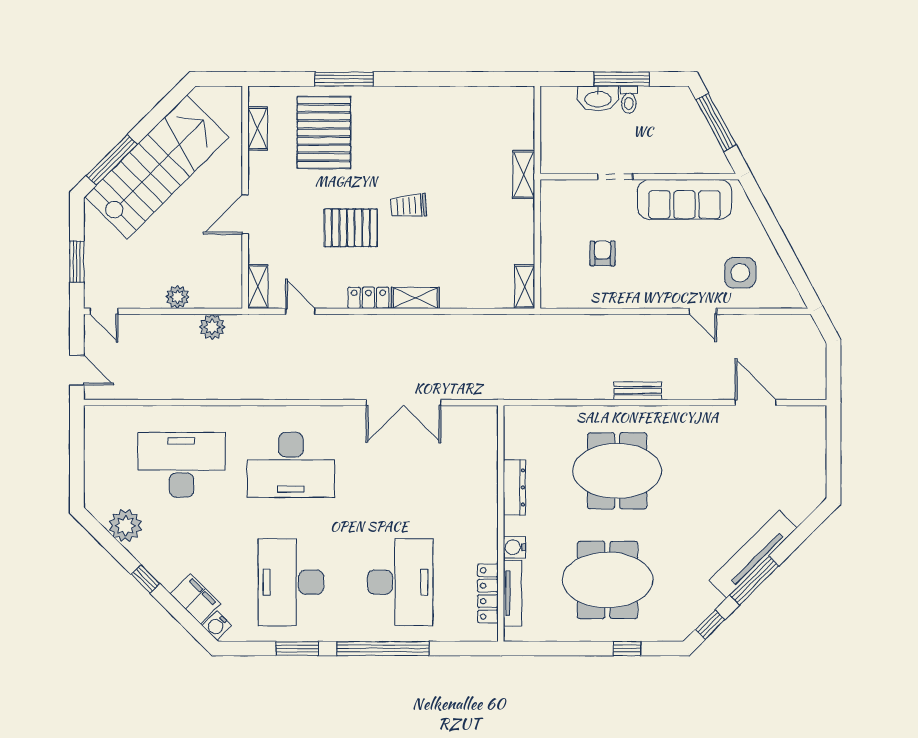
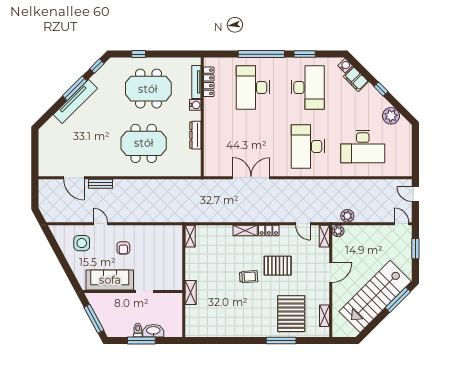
armchair: (602, 253) -> (123, 248), moved
plant: (177, 297) -> (338, 231), moved
bench: (638, 391) -> (100, 184), moved
desk: (291, 465) -> (308, 146), turned -90

